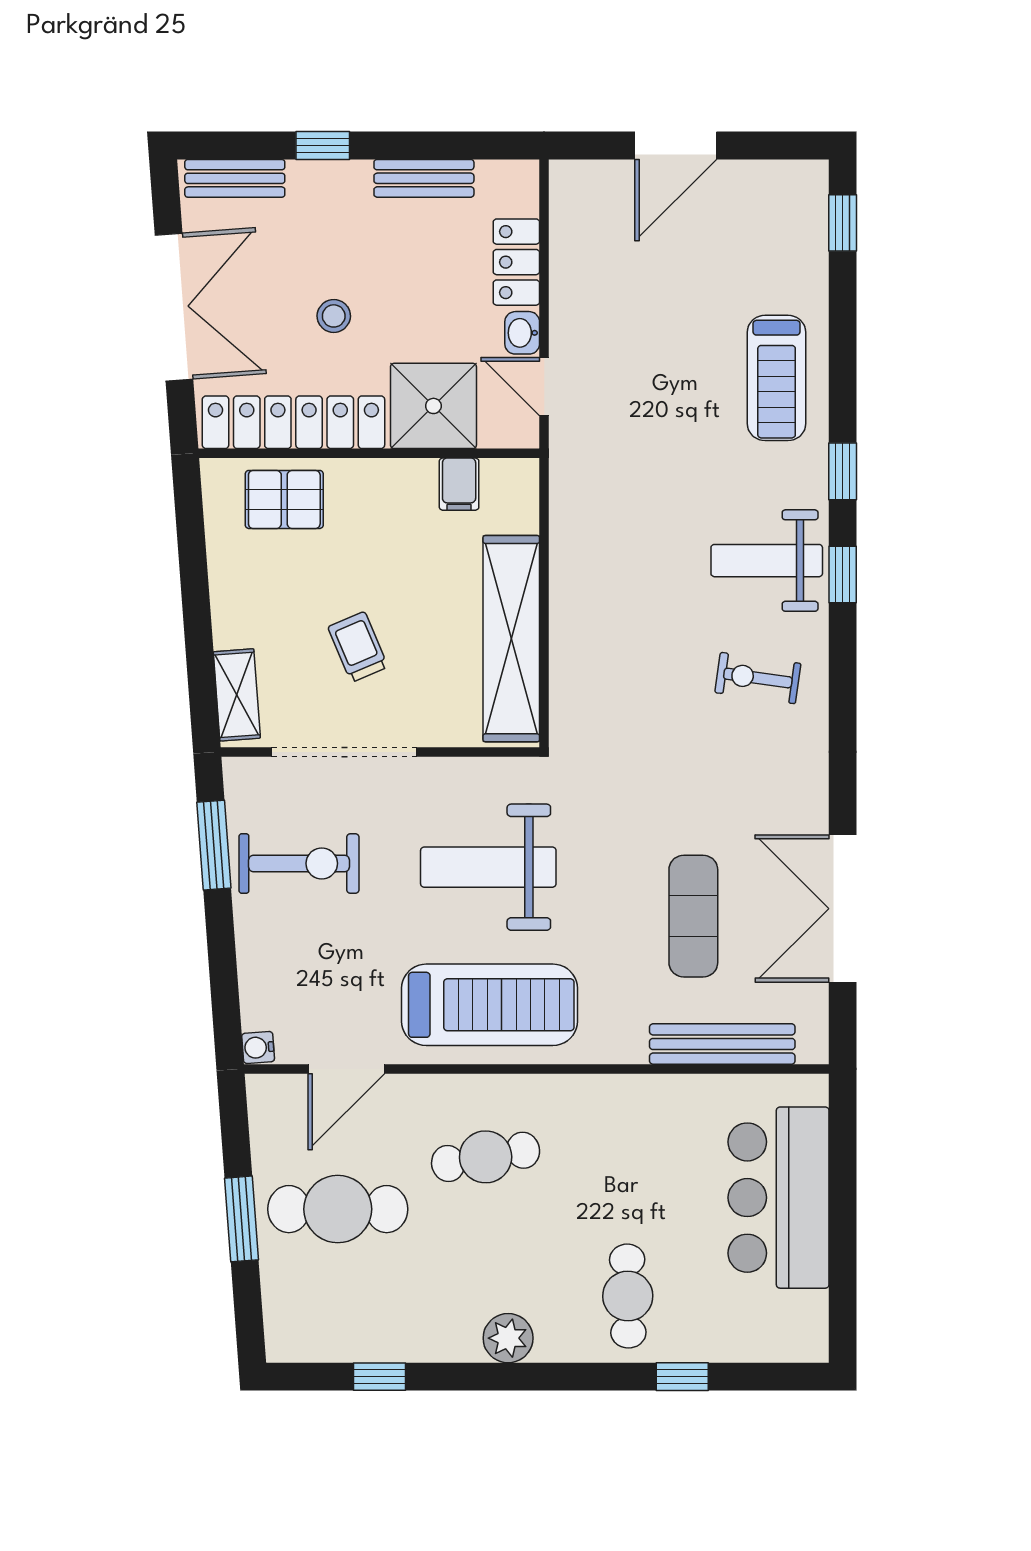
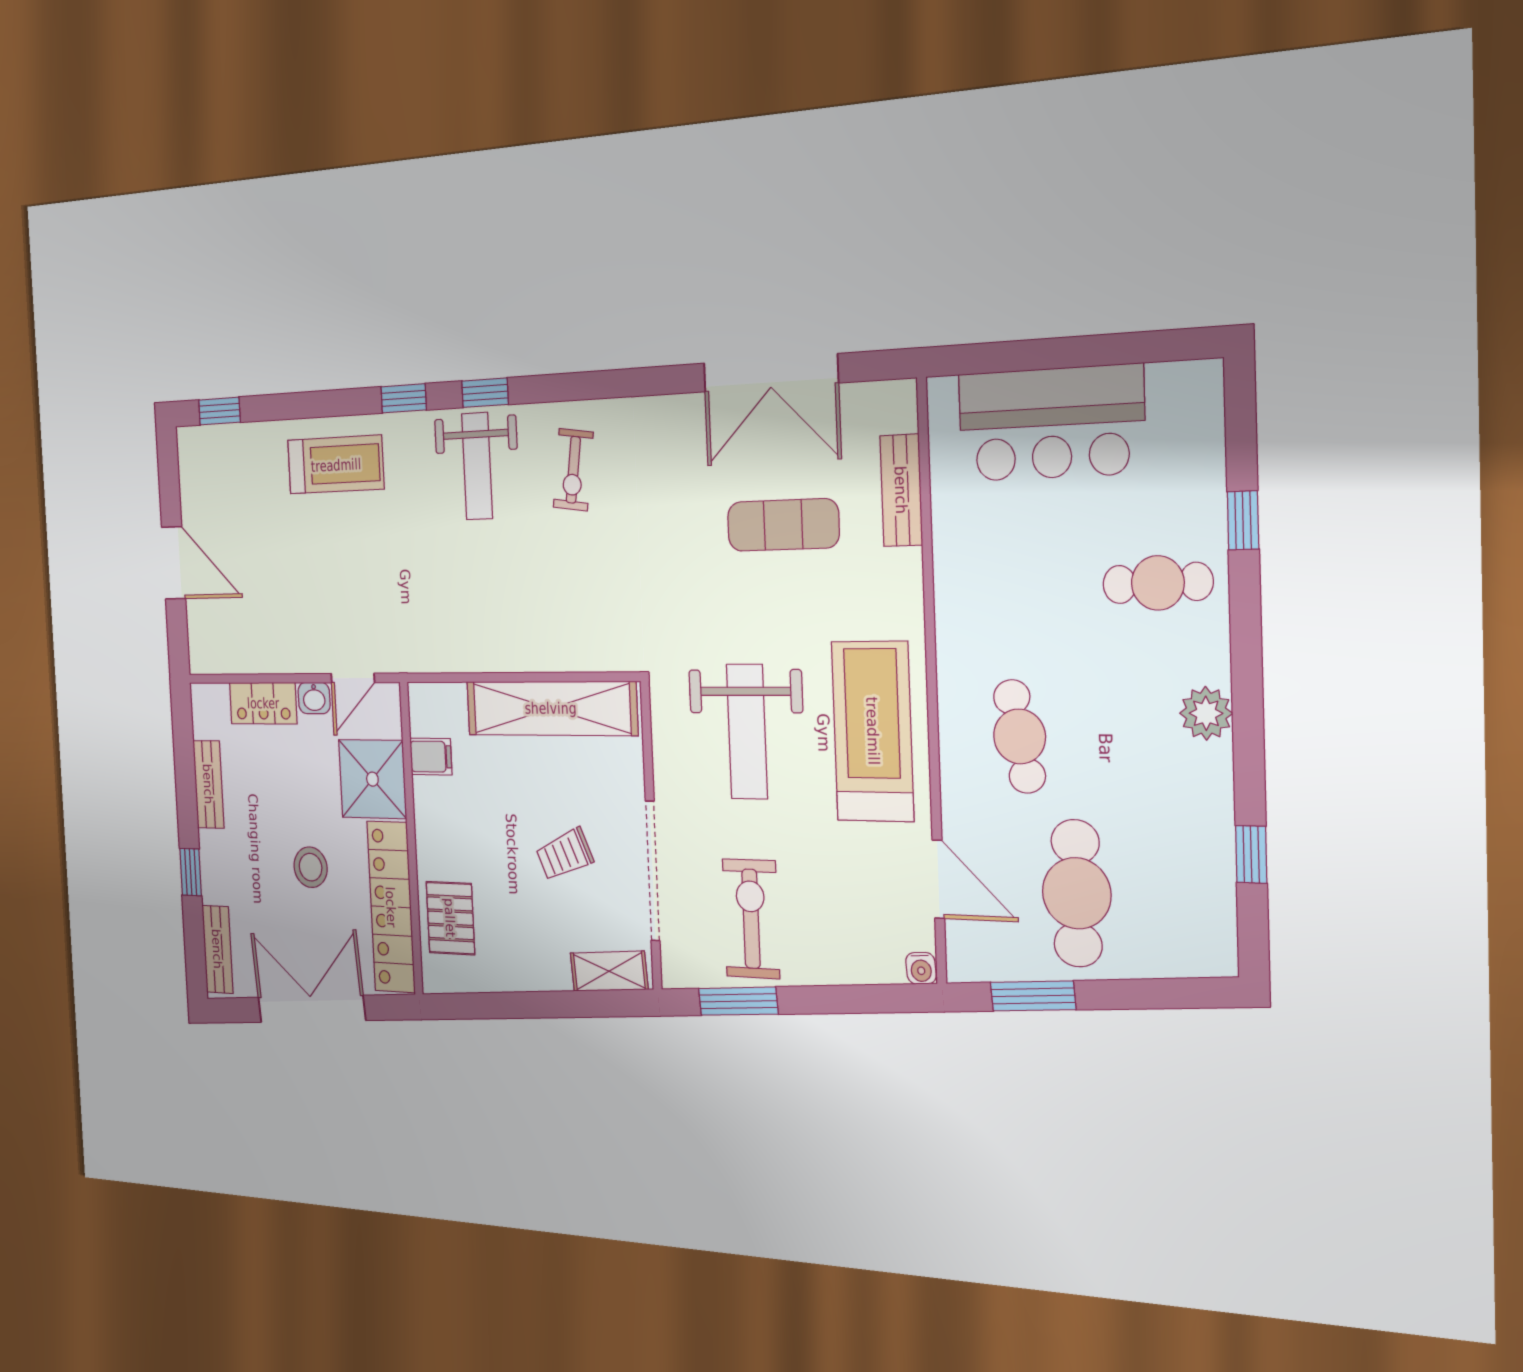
stool: (334, 316) -> (311, 867), width x1.37, depth x1.37
bench: (722, 1044) -> (901, 490), width x0.73
window: (242, 1219) -> (1033, 996), moved

